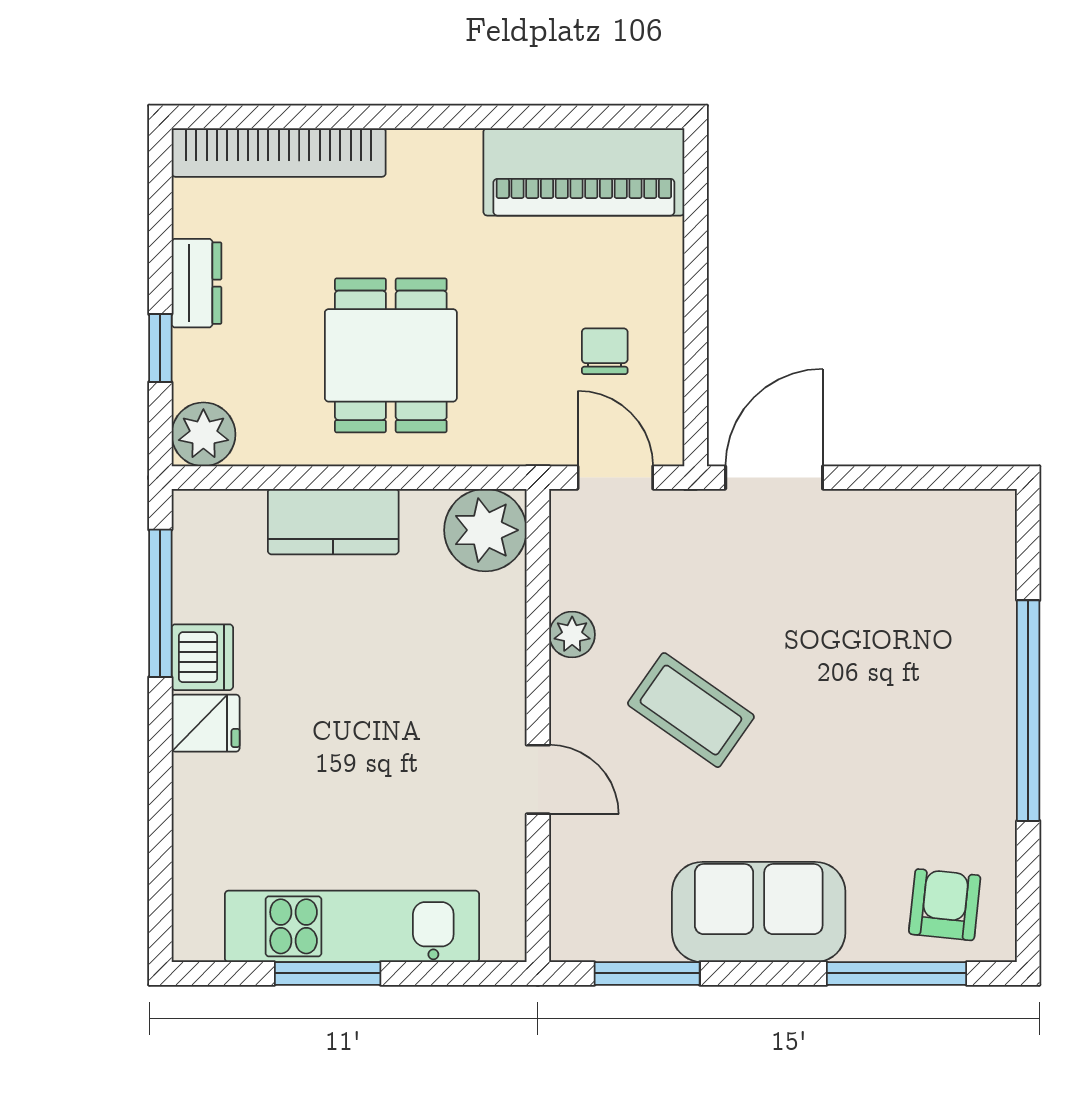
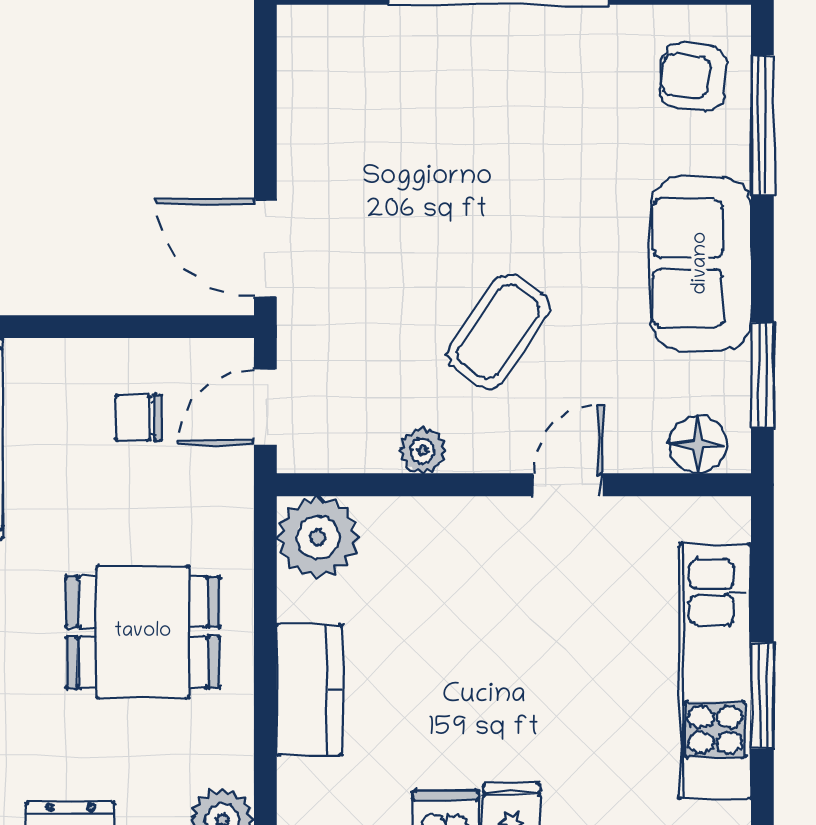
floor lamp: (578, 909) -> (698, 445), added

